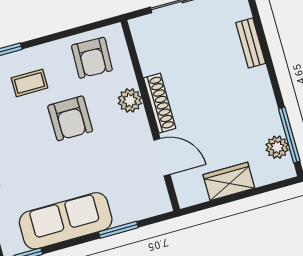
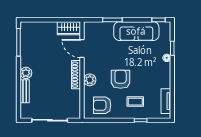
armchair: (92, 58) -> (102, 105), turned -92
plant: (277, 147) -> (26, 73), moved
wardrobe: (229, 181) -> (69, 28), moved

